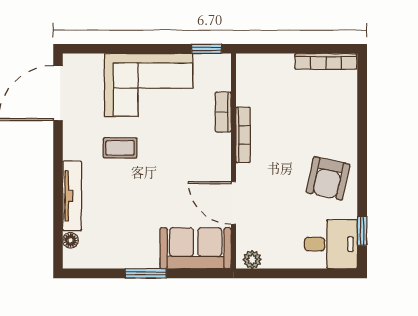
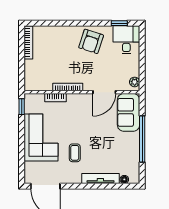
armchair: (328, 178) -> (91, 41), turned 96
window: (146, 273) -> (142, 139), width x2.11

